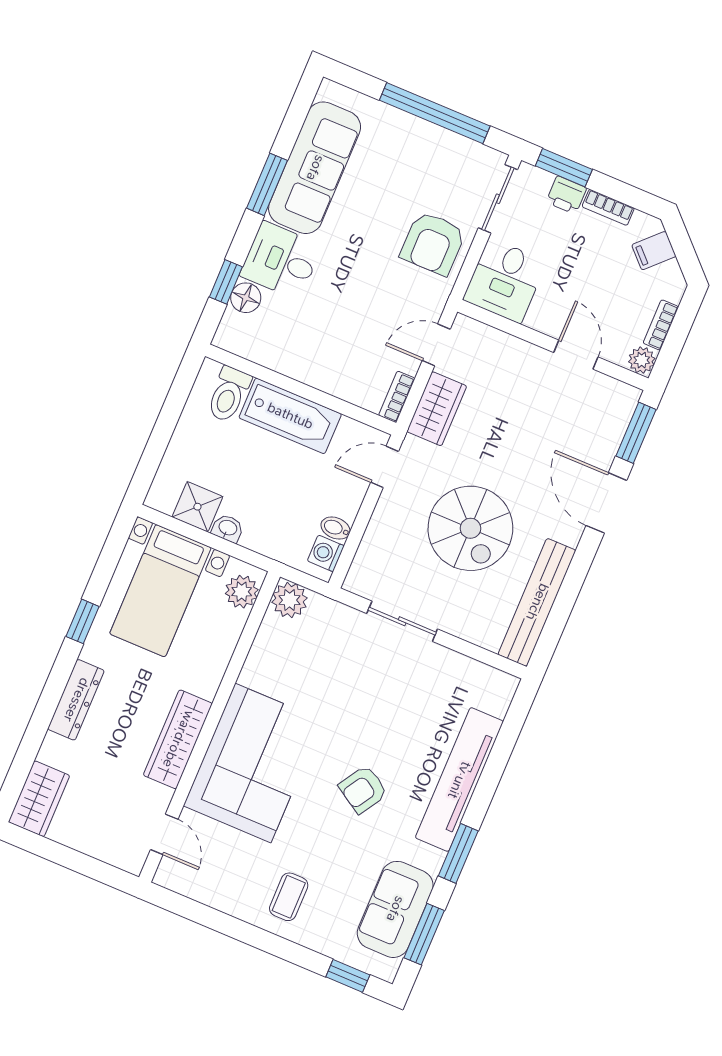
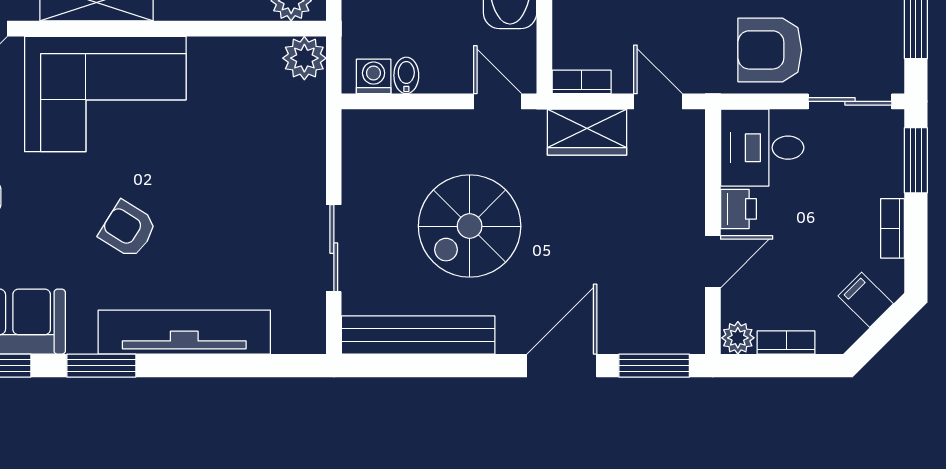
printer: (566, 195) -> (738, 209), moved, turned 180
sliding door: (402, 621) -> (334, 248), moved

